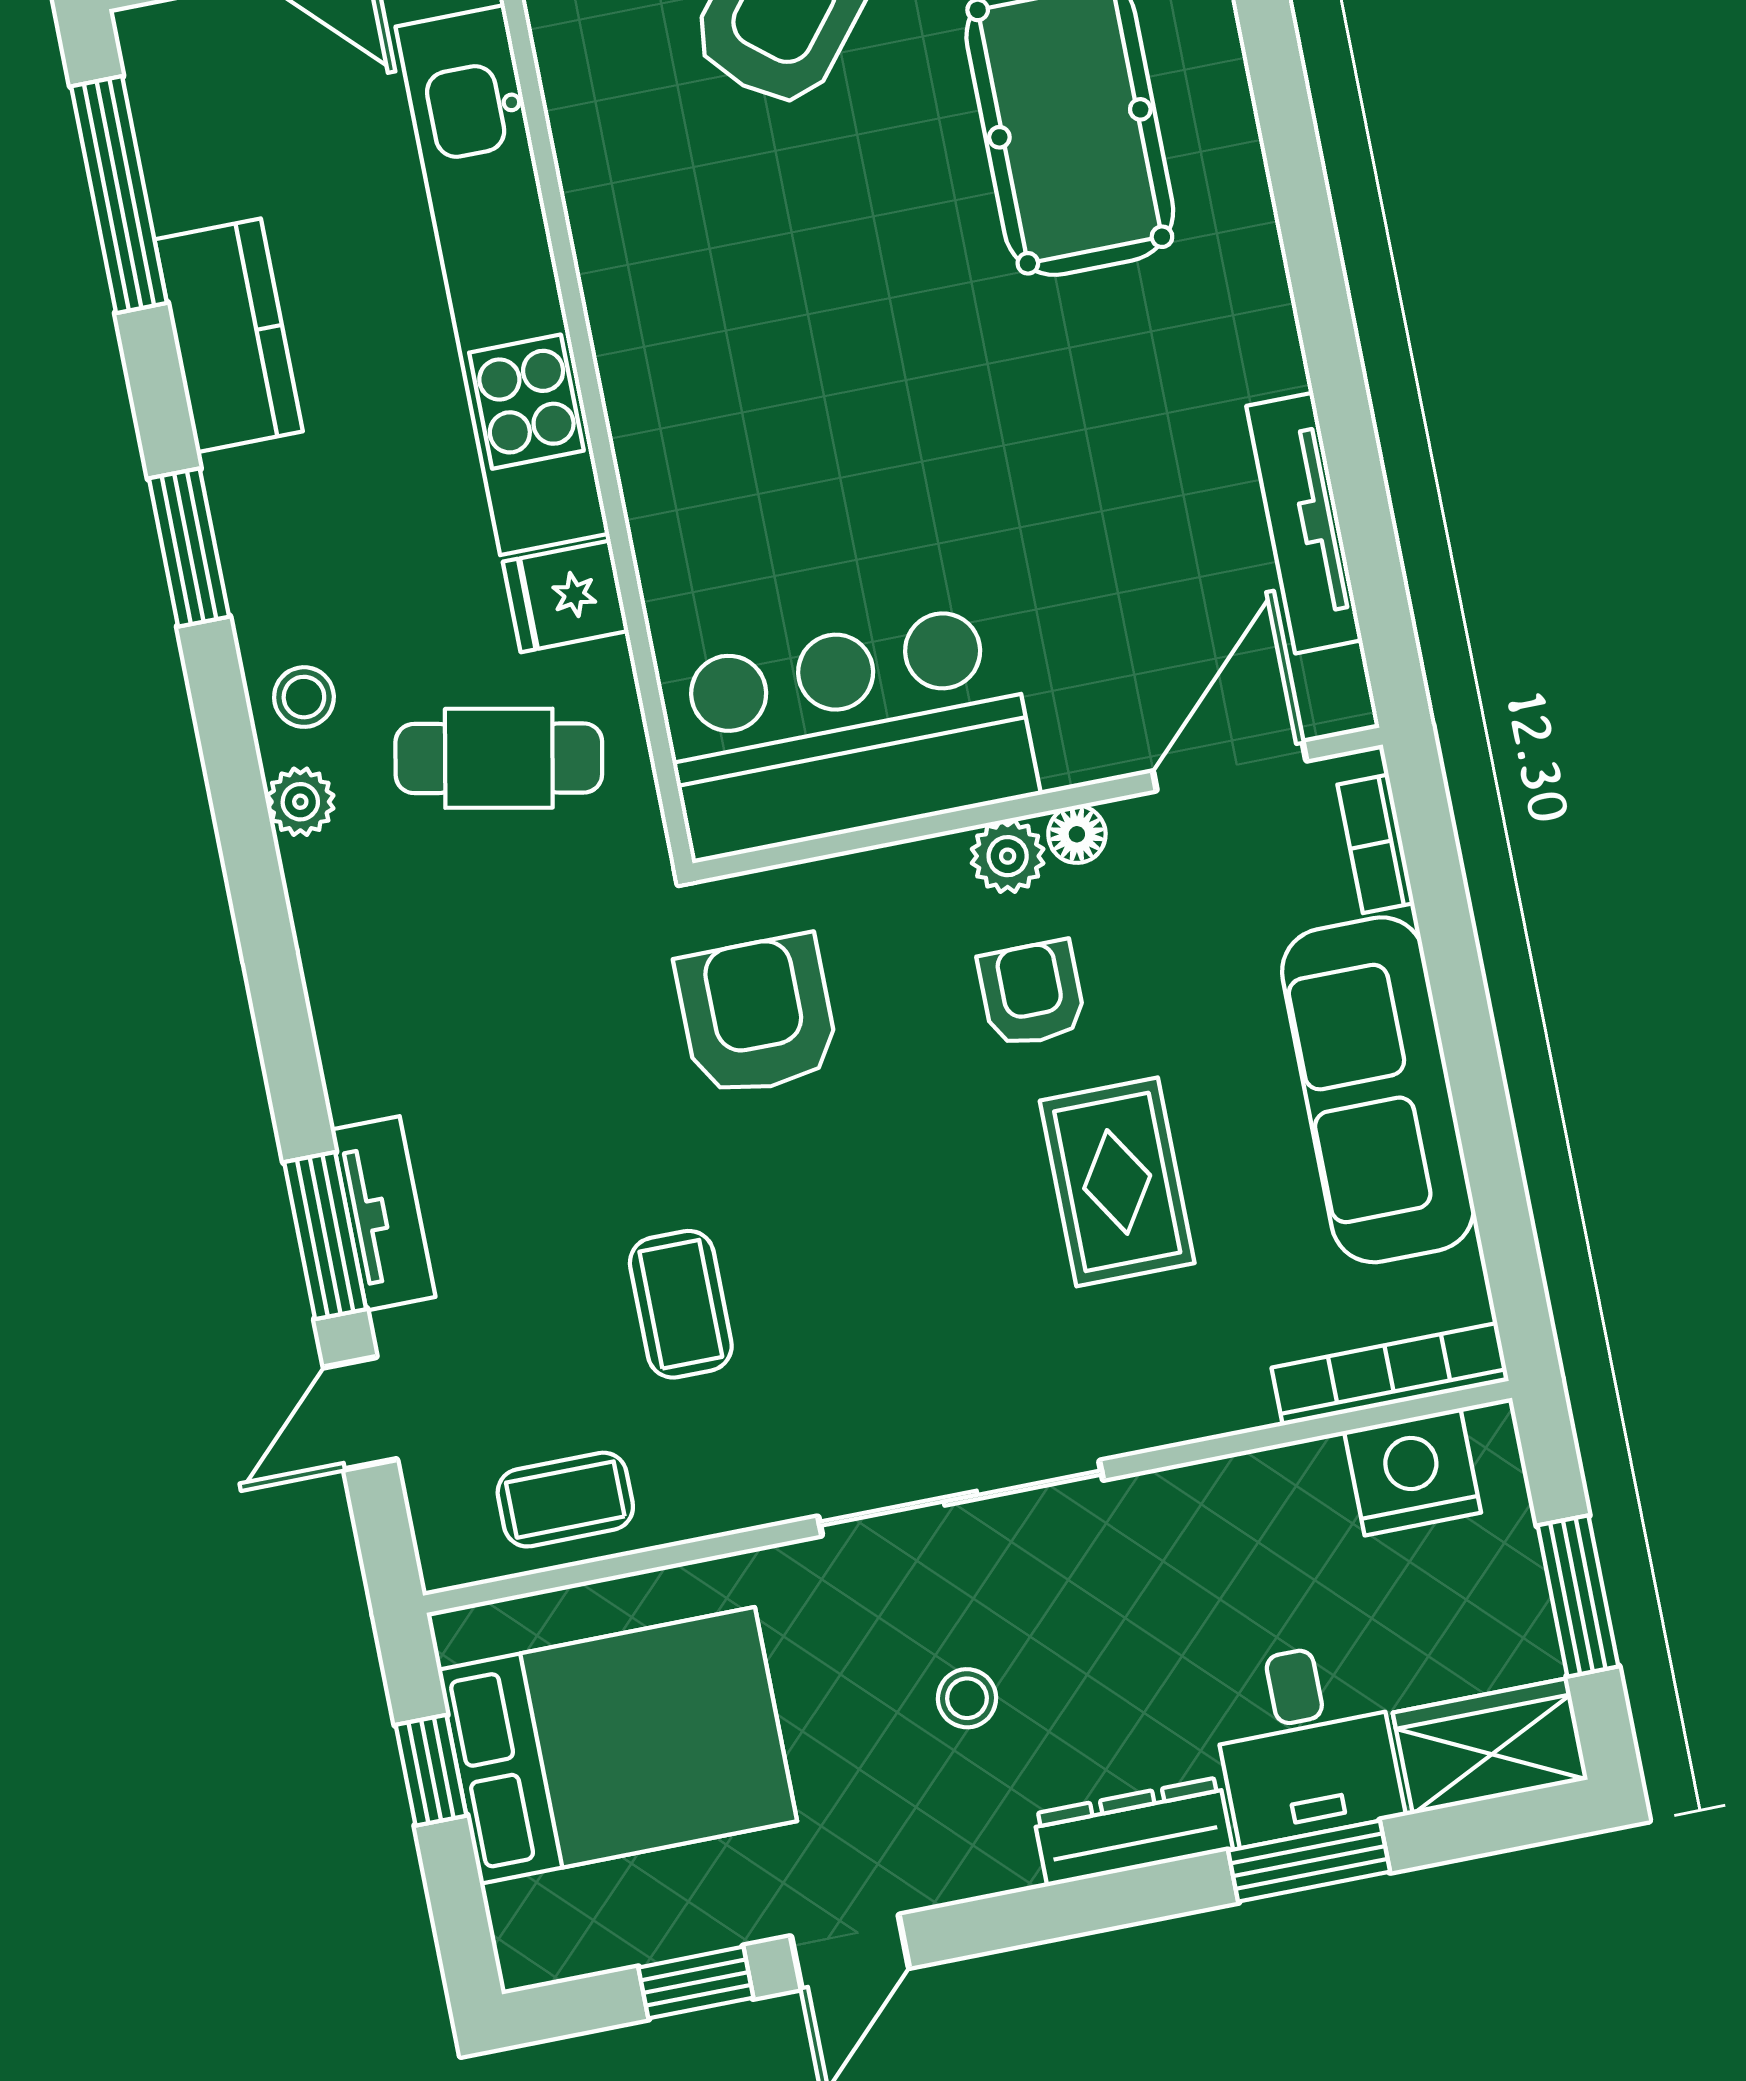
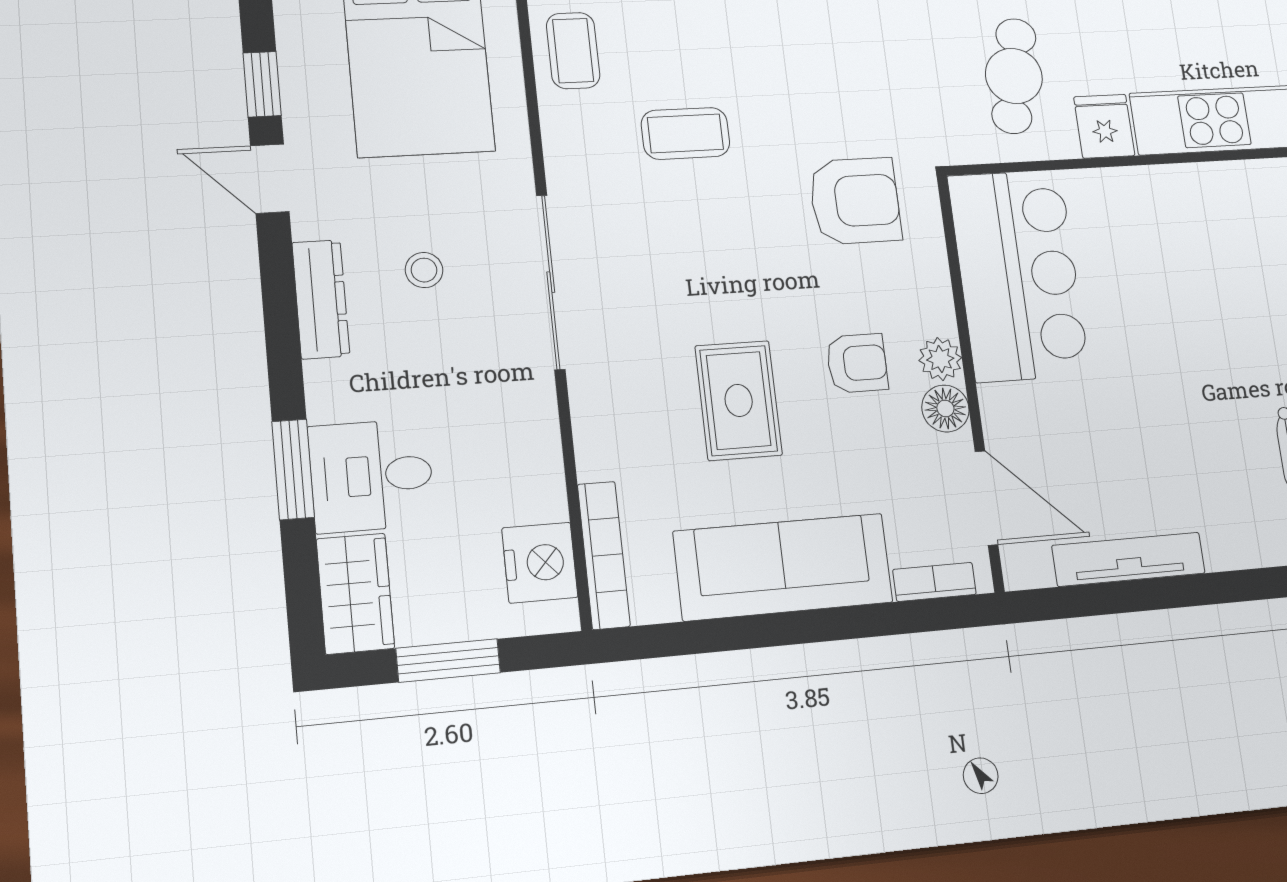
floor lamp: (1077, 834) -> (945, 408), width x1.37, depth x1.37
rug: (1117, 1182) -> (739, 400), turned 90
dresser: (1133, 1832) -> (321, 299), moved

